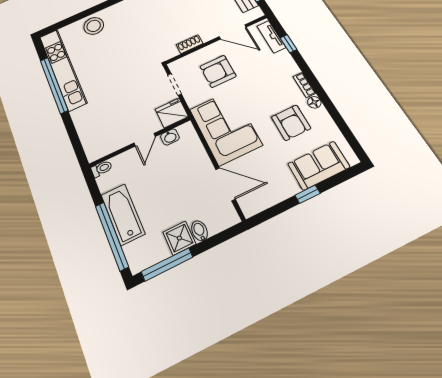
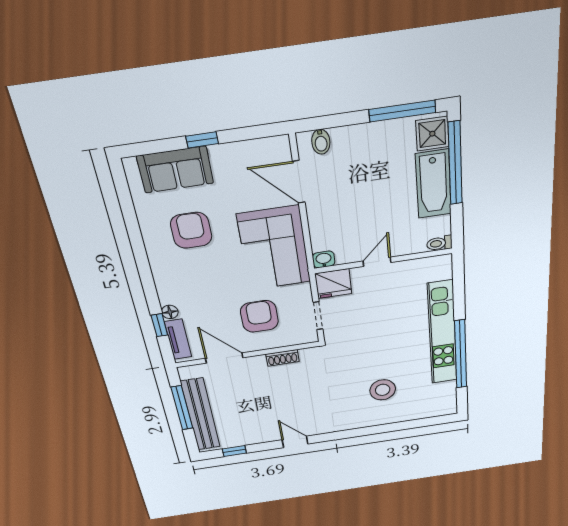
stool: (94, 26) -> (383, 390), moved
kitchen unit: (63, 69) -> (442, 333), moved
armchair: (218, 71) -> (259, 316), turned -90
bookcase: (304, 85) -> (158, 271), removed
floor lamp: (314, 102) -> (170, 312), moved
washbasin: (170, 137) -> (324, 259), moved
bidet: (199, 231) -> (321, 142), moved
shower: (179, 238) -> (432, 134), moved

